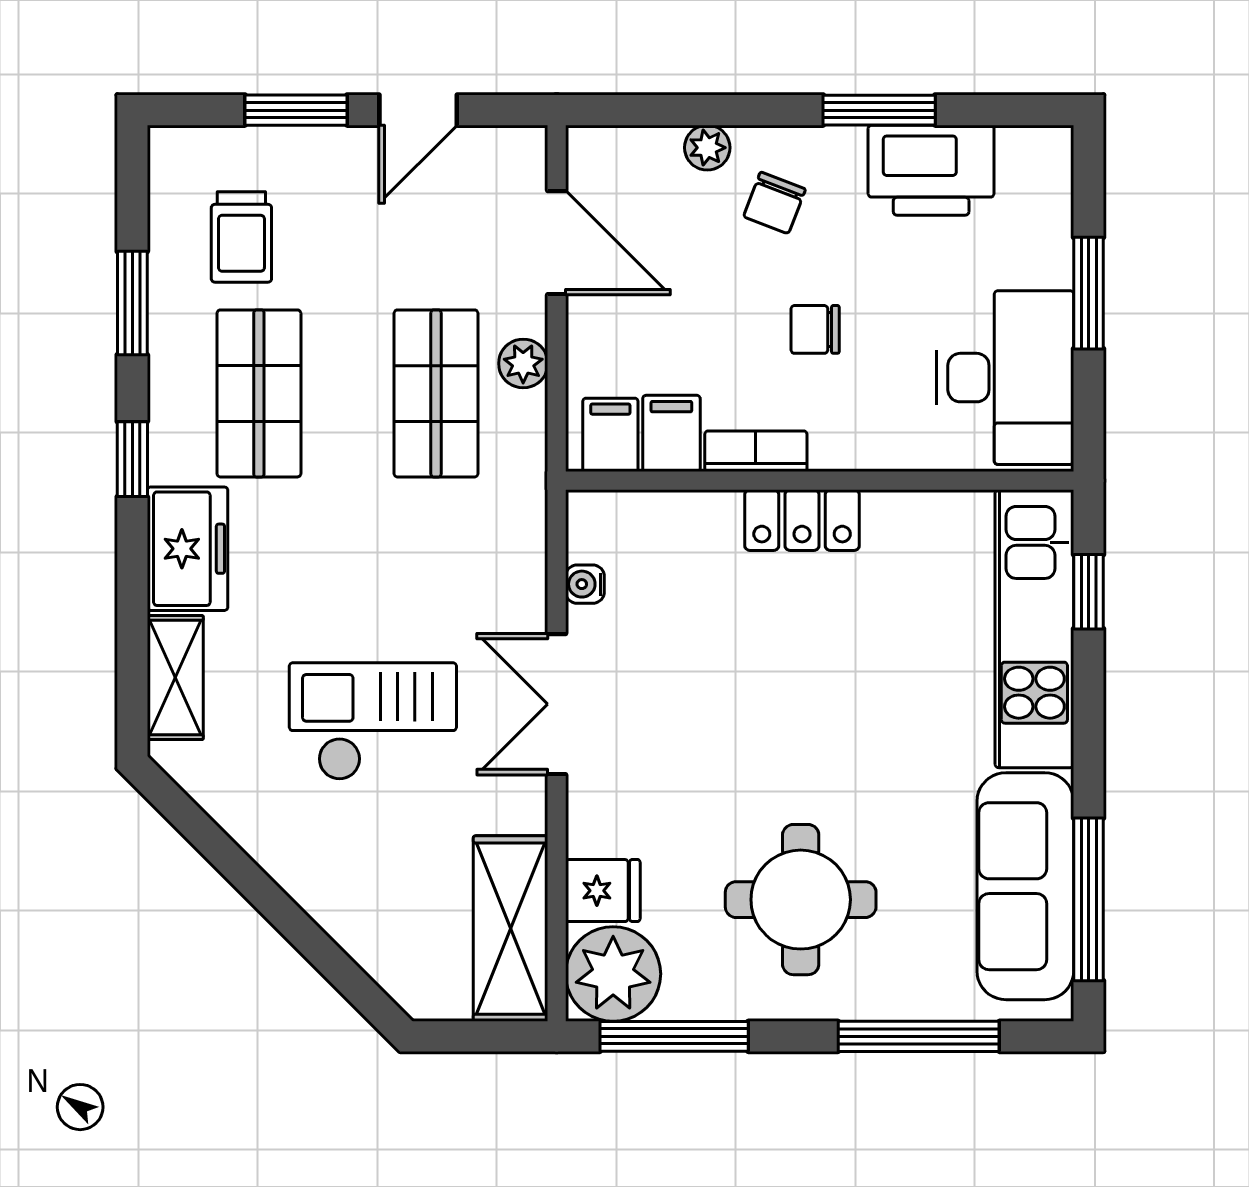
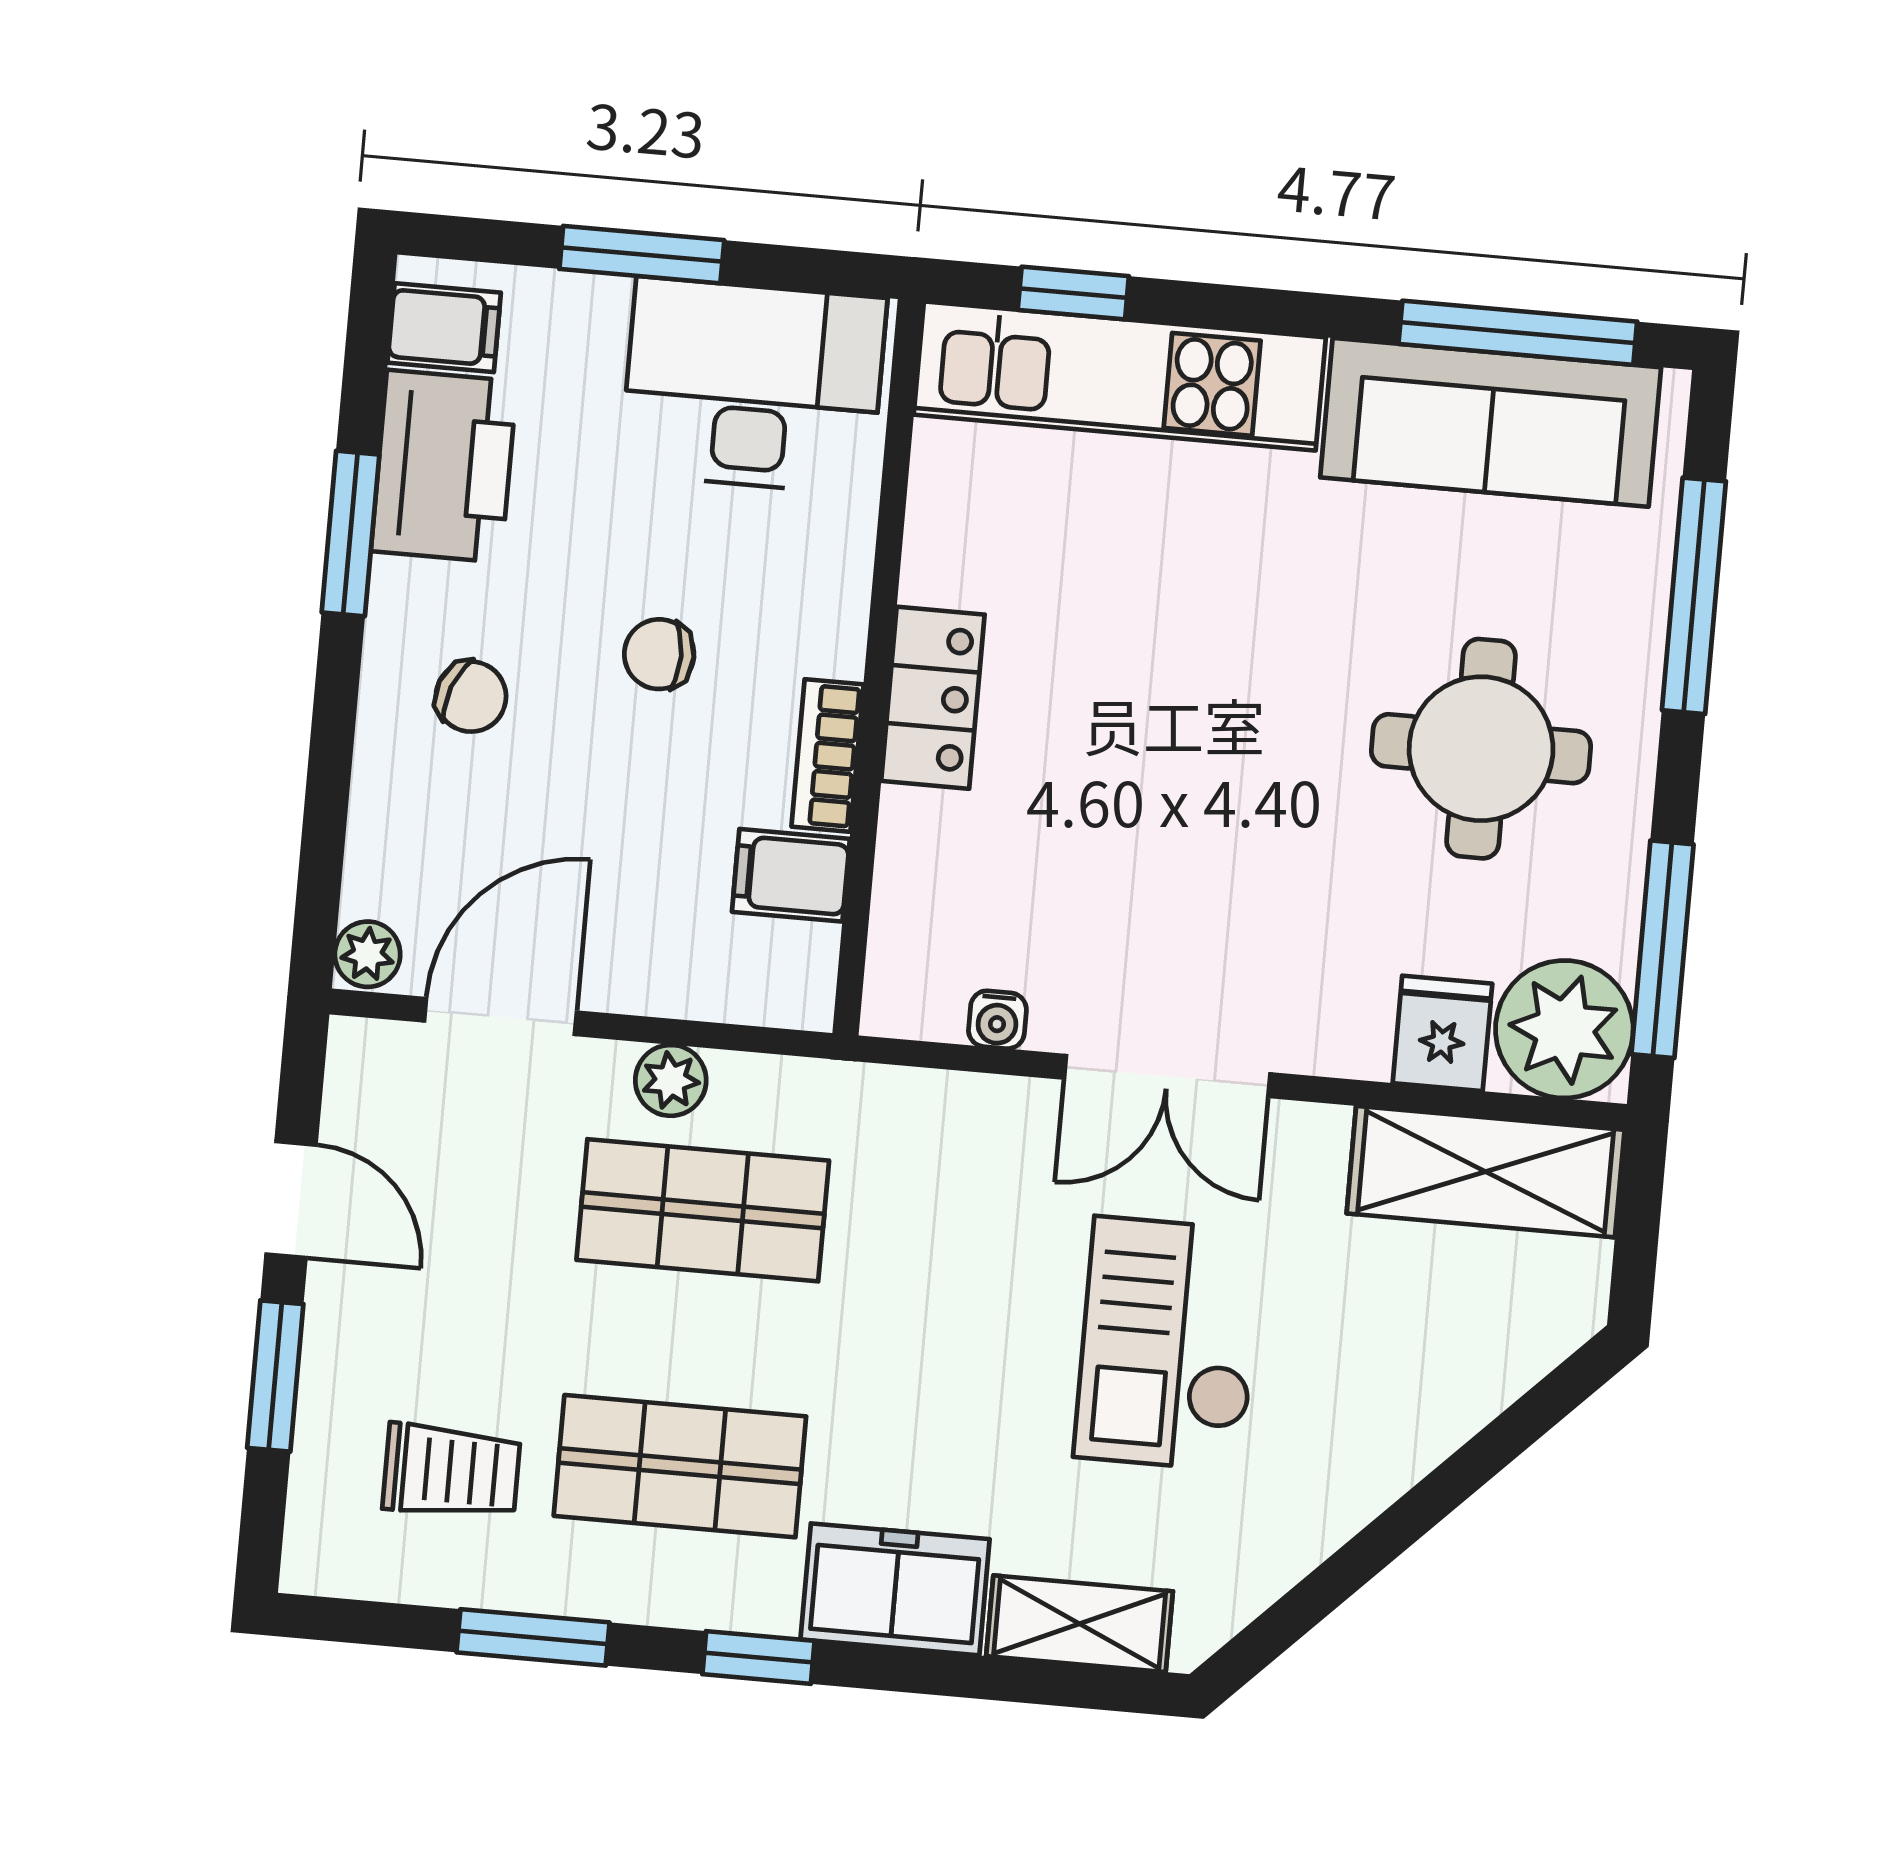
plant: (707, 148) -> (368, 954), moved
chair: (815, 329) -> (659, 654), turned 90
filing cabinet: (610, 435) -> (444, 328), moved, turned 180

